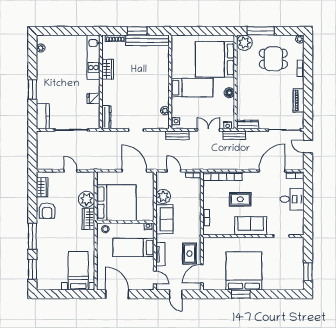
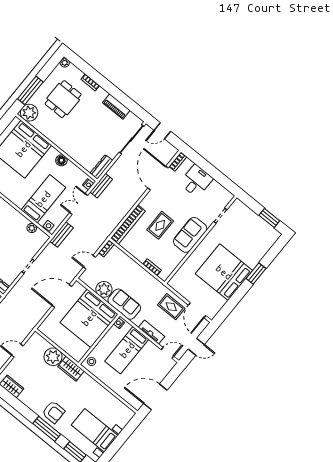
bed: (192, 88) -> (43, 199), moved
bed: (116, 203) -> (89, 318), moved, turned 180
armchair: (47, 211) -> (54, 412), moved
bed with nightstands: (78, 271) -> (95, 430), moved
window: (241, 294) -> (256, 274), moved

